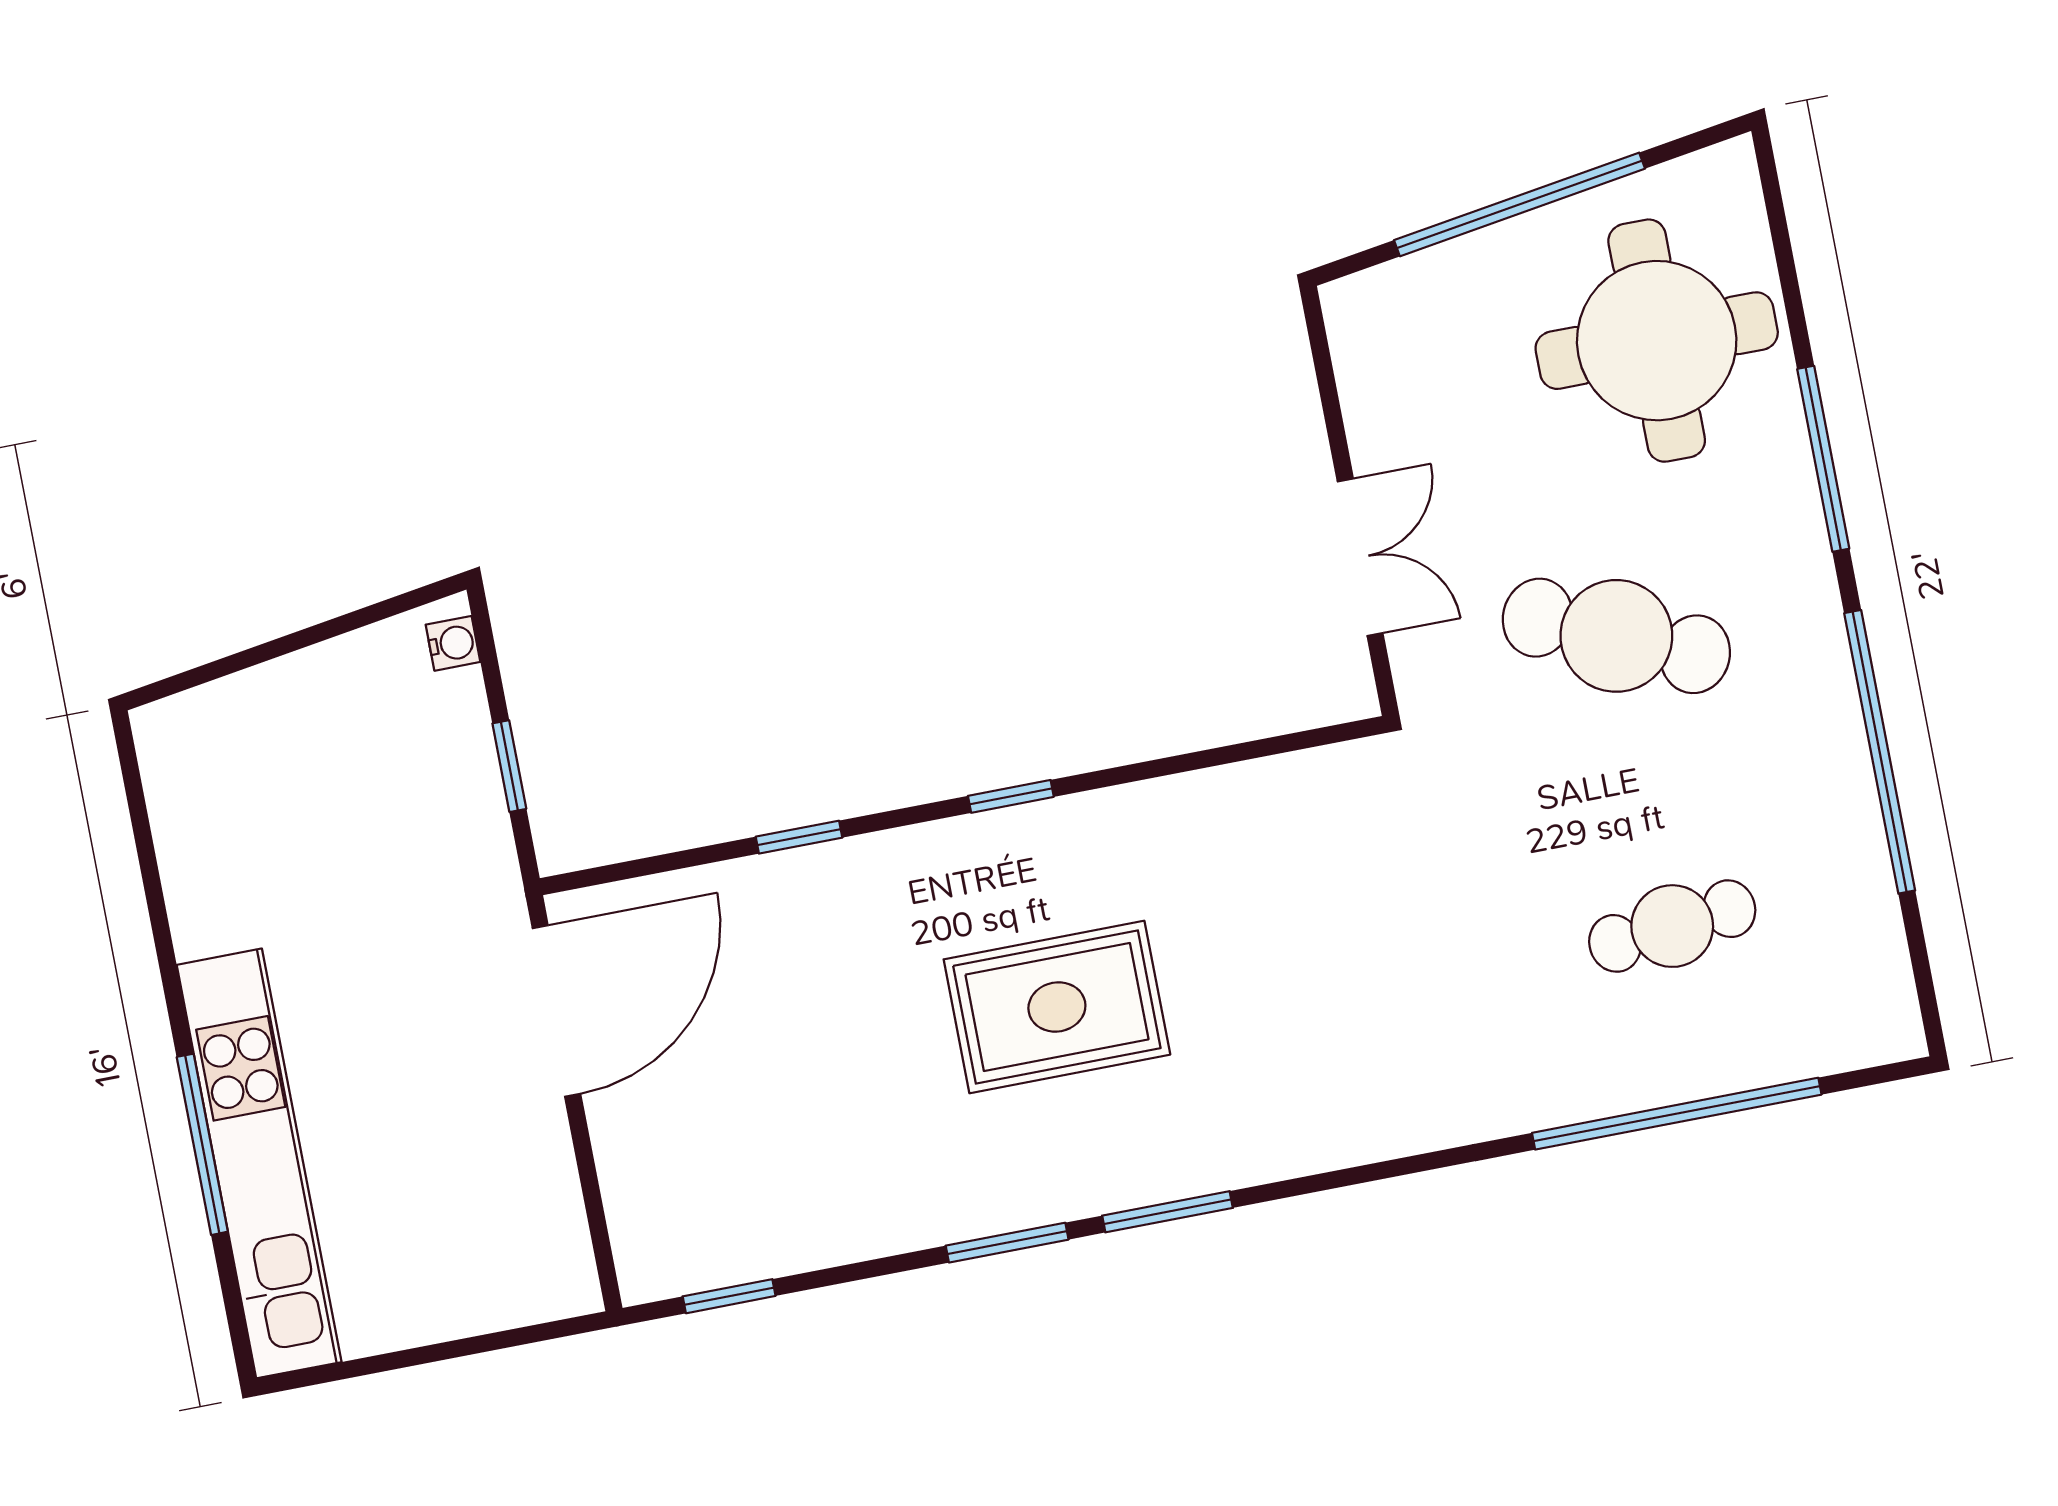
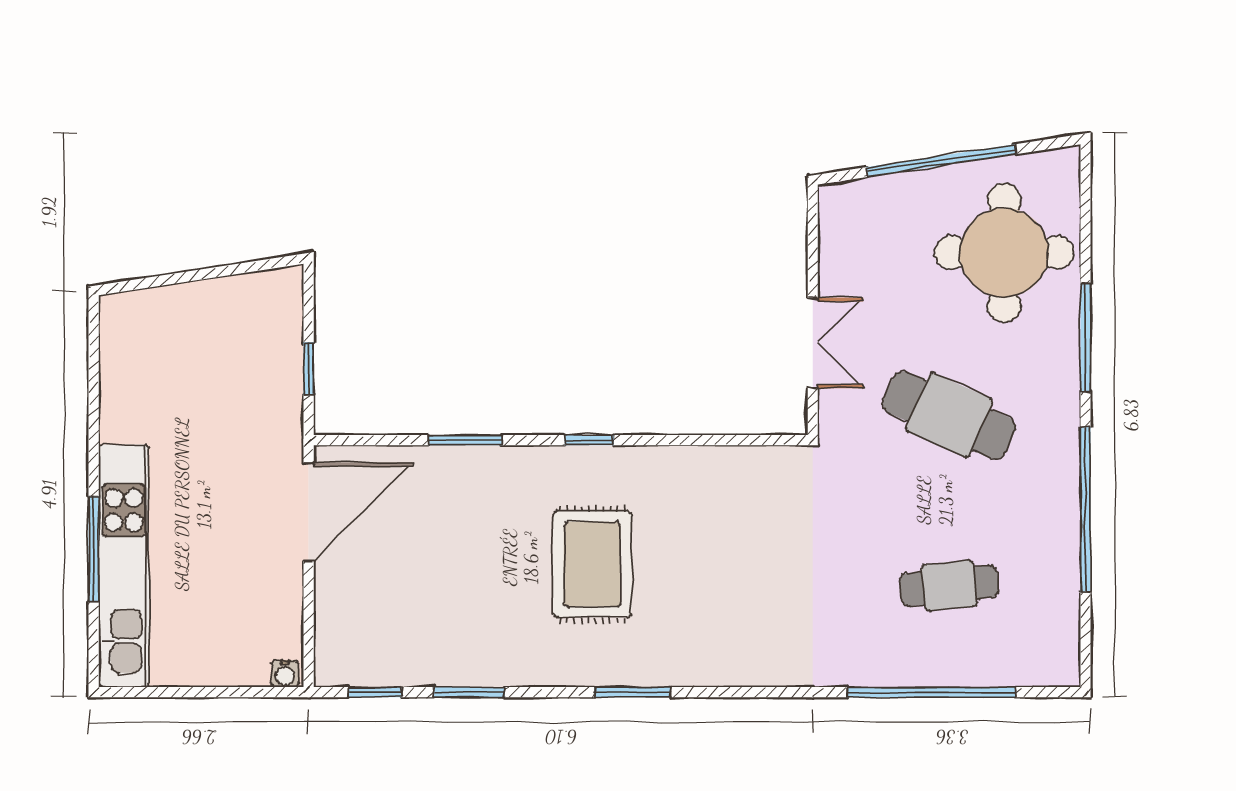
water cooler: (453, 643) -> (285, 674), moved, turned 90
window: (799, 837) -> (465, 440), width x1.50
rug: (1057, 1007) -> (592, 564), turned 90
window: (1007, 1243) -> (469, 692), moved

